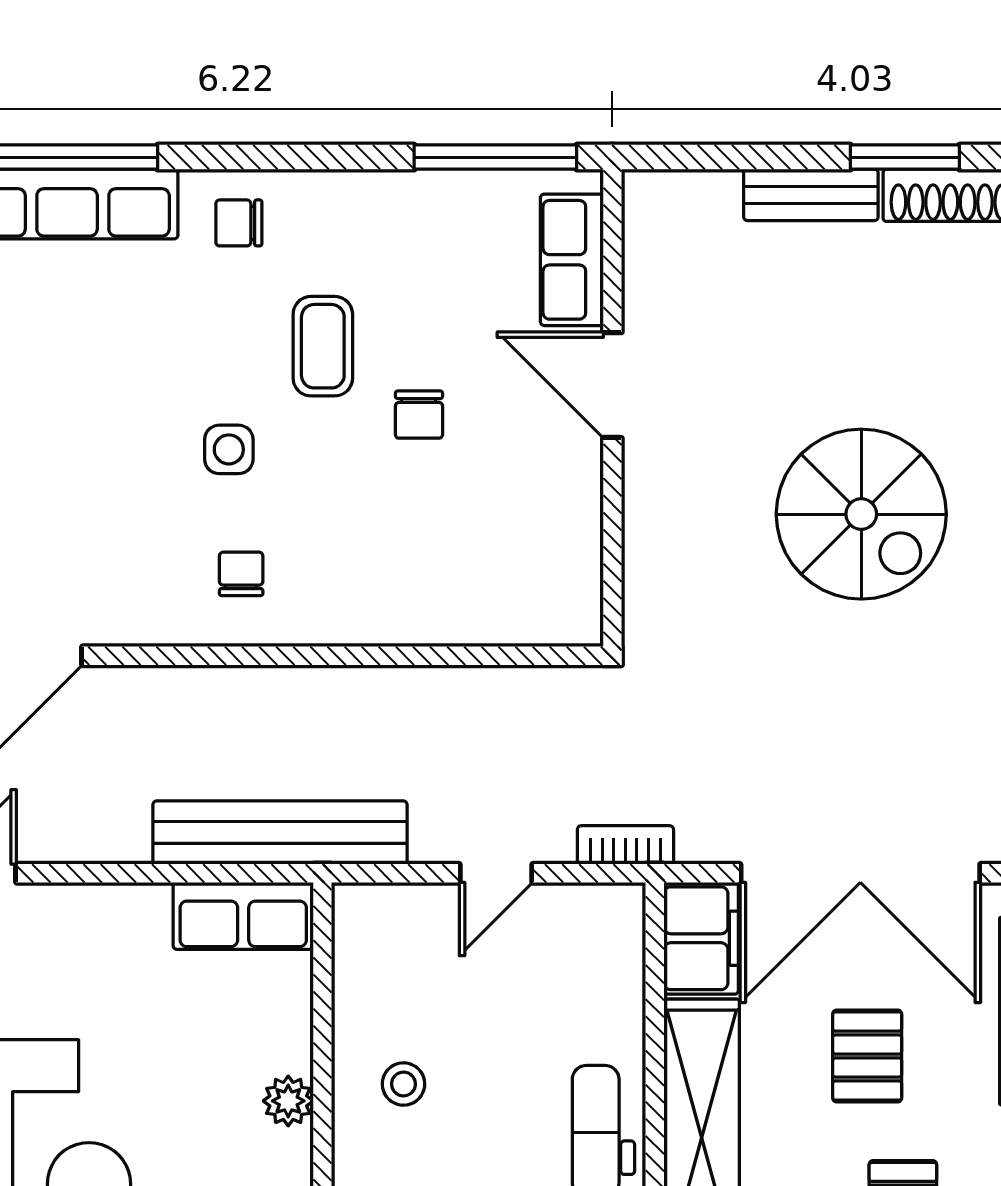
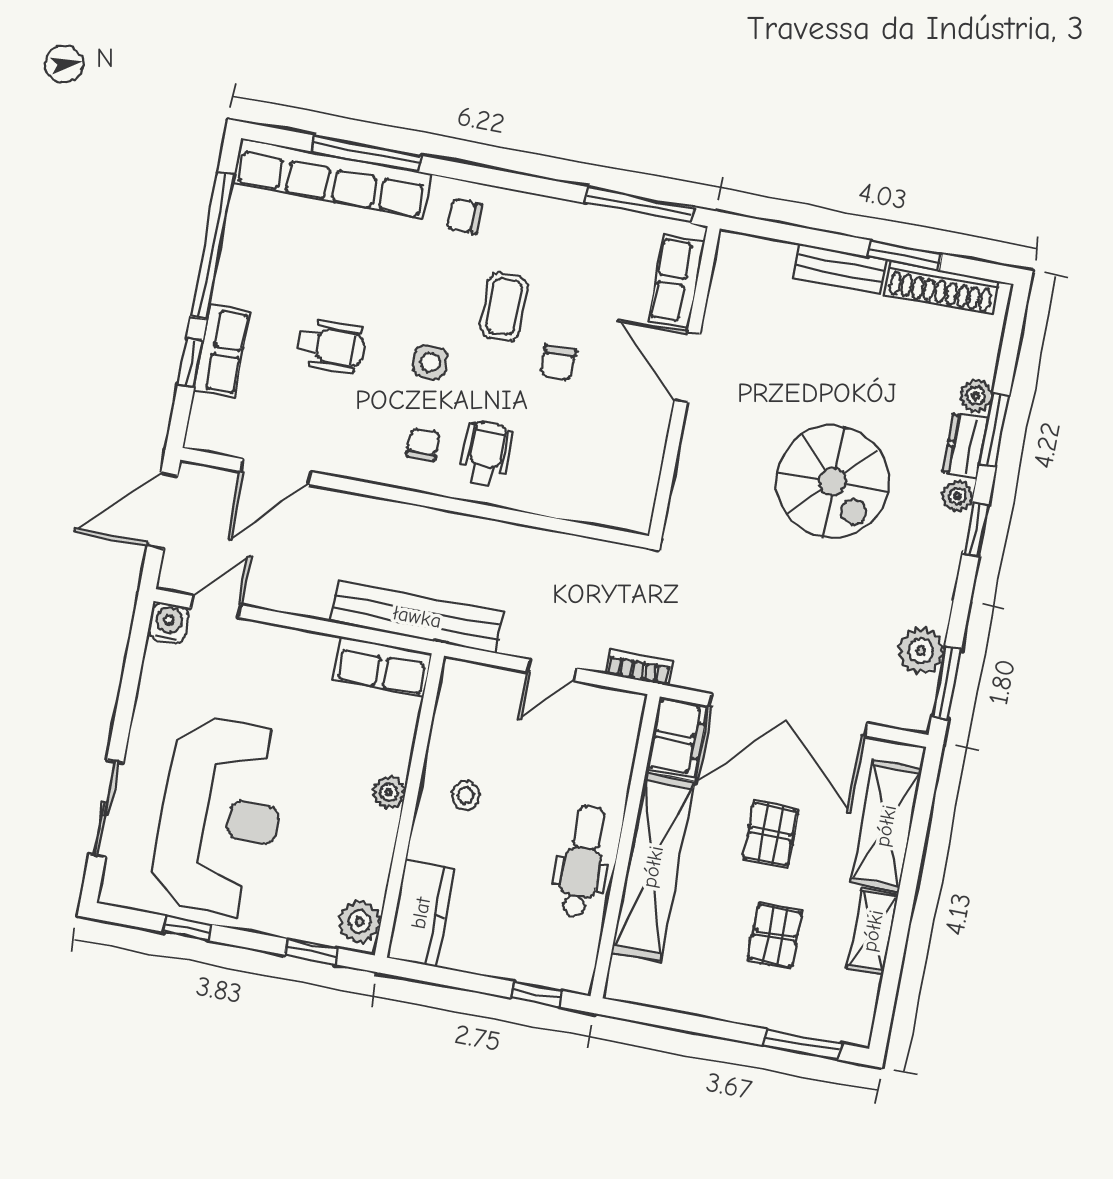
wheelchair: (76, 453) -> (331, 346), added
wheelchair: (337, 570) -> (486, 454), added

